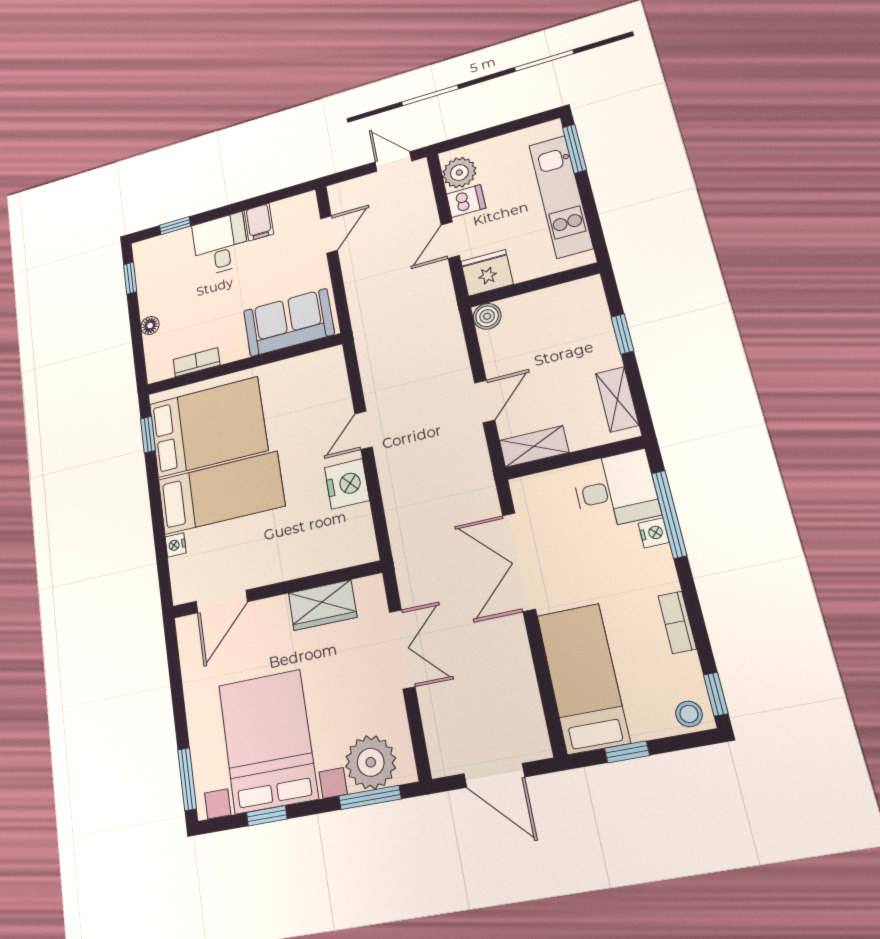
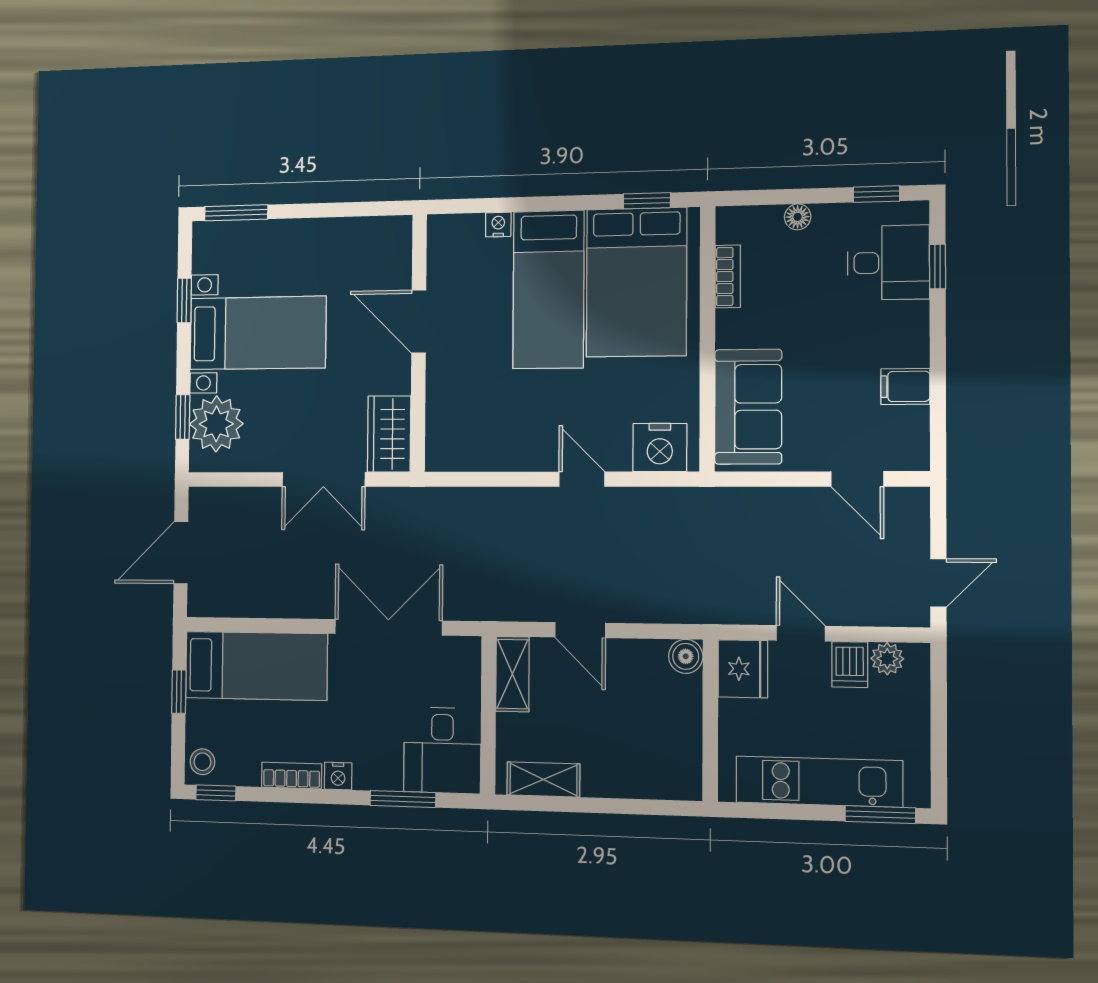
plant: (459, 173) -> (887, 659), width x0.73, depth x0.73
desk: (220, 244) -> (888, 263), moved
window: (622, 334) -> (619, 806), removed
nightstand: (347, 484) -> (660, 447), moved
window: (669, 514) -> (403, 799), width x0.69
nightstand: (654, 533) -> (338, 776), moved
door: (222, 602) -> (419, 321), moved
wardrobe: (322, 605) -> (389, 434), moved
bed with nightstands: (268, 741) -> (258, 333), width x0.73
window: (370, 797) -> (183, 417), width x0.67

